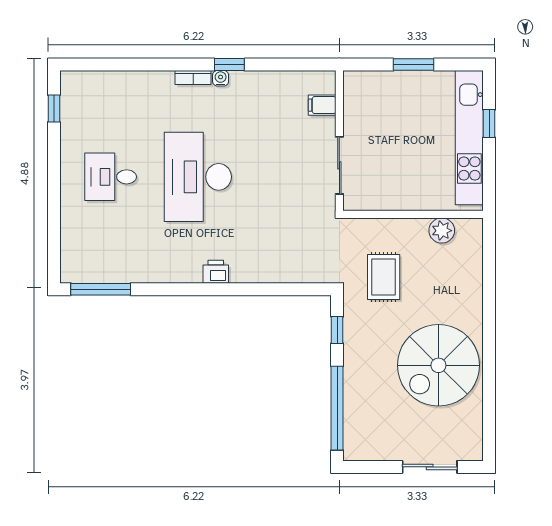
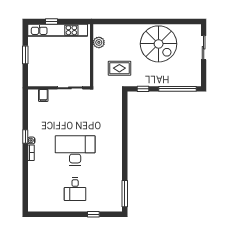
window: (54, 108) -> (93, 214), moved
desk: (198, 177) -> (75, 151), turned 180
printer: (216, 272) -> (117, 143), removed

